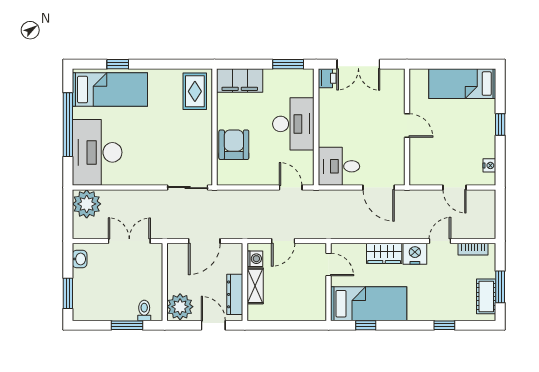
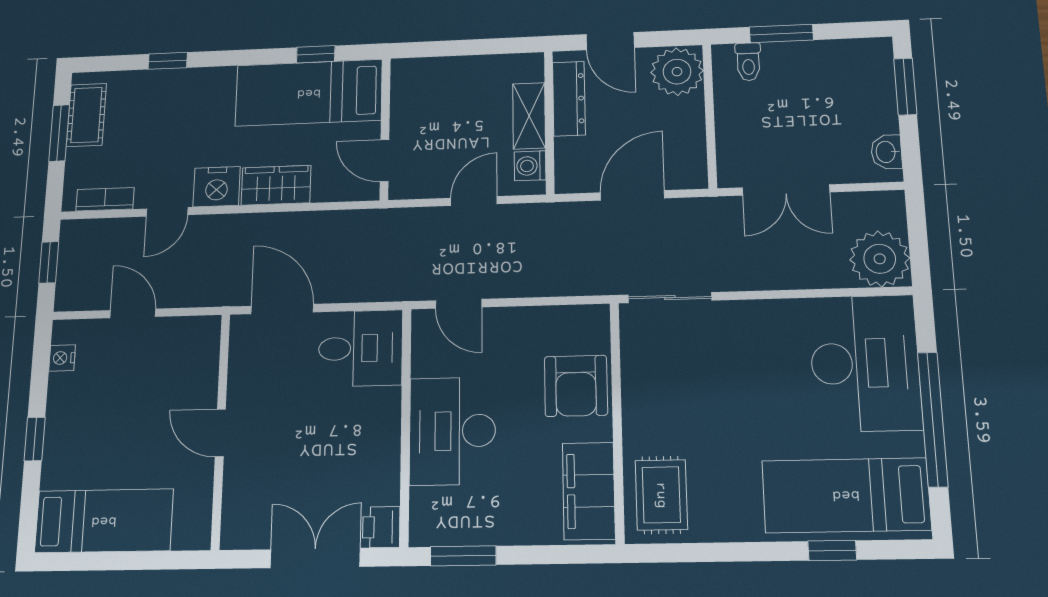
filing cabinet: (240, 80) -> (589, 491), moved, turned -90
window: (500, 216) -> (49, 262), added

